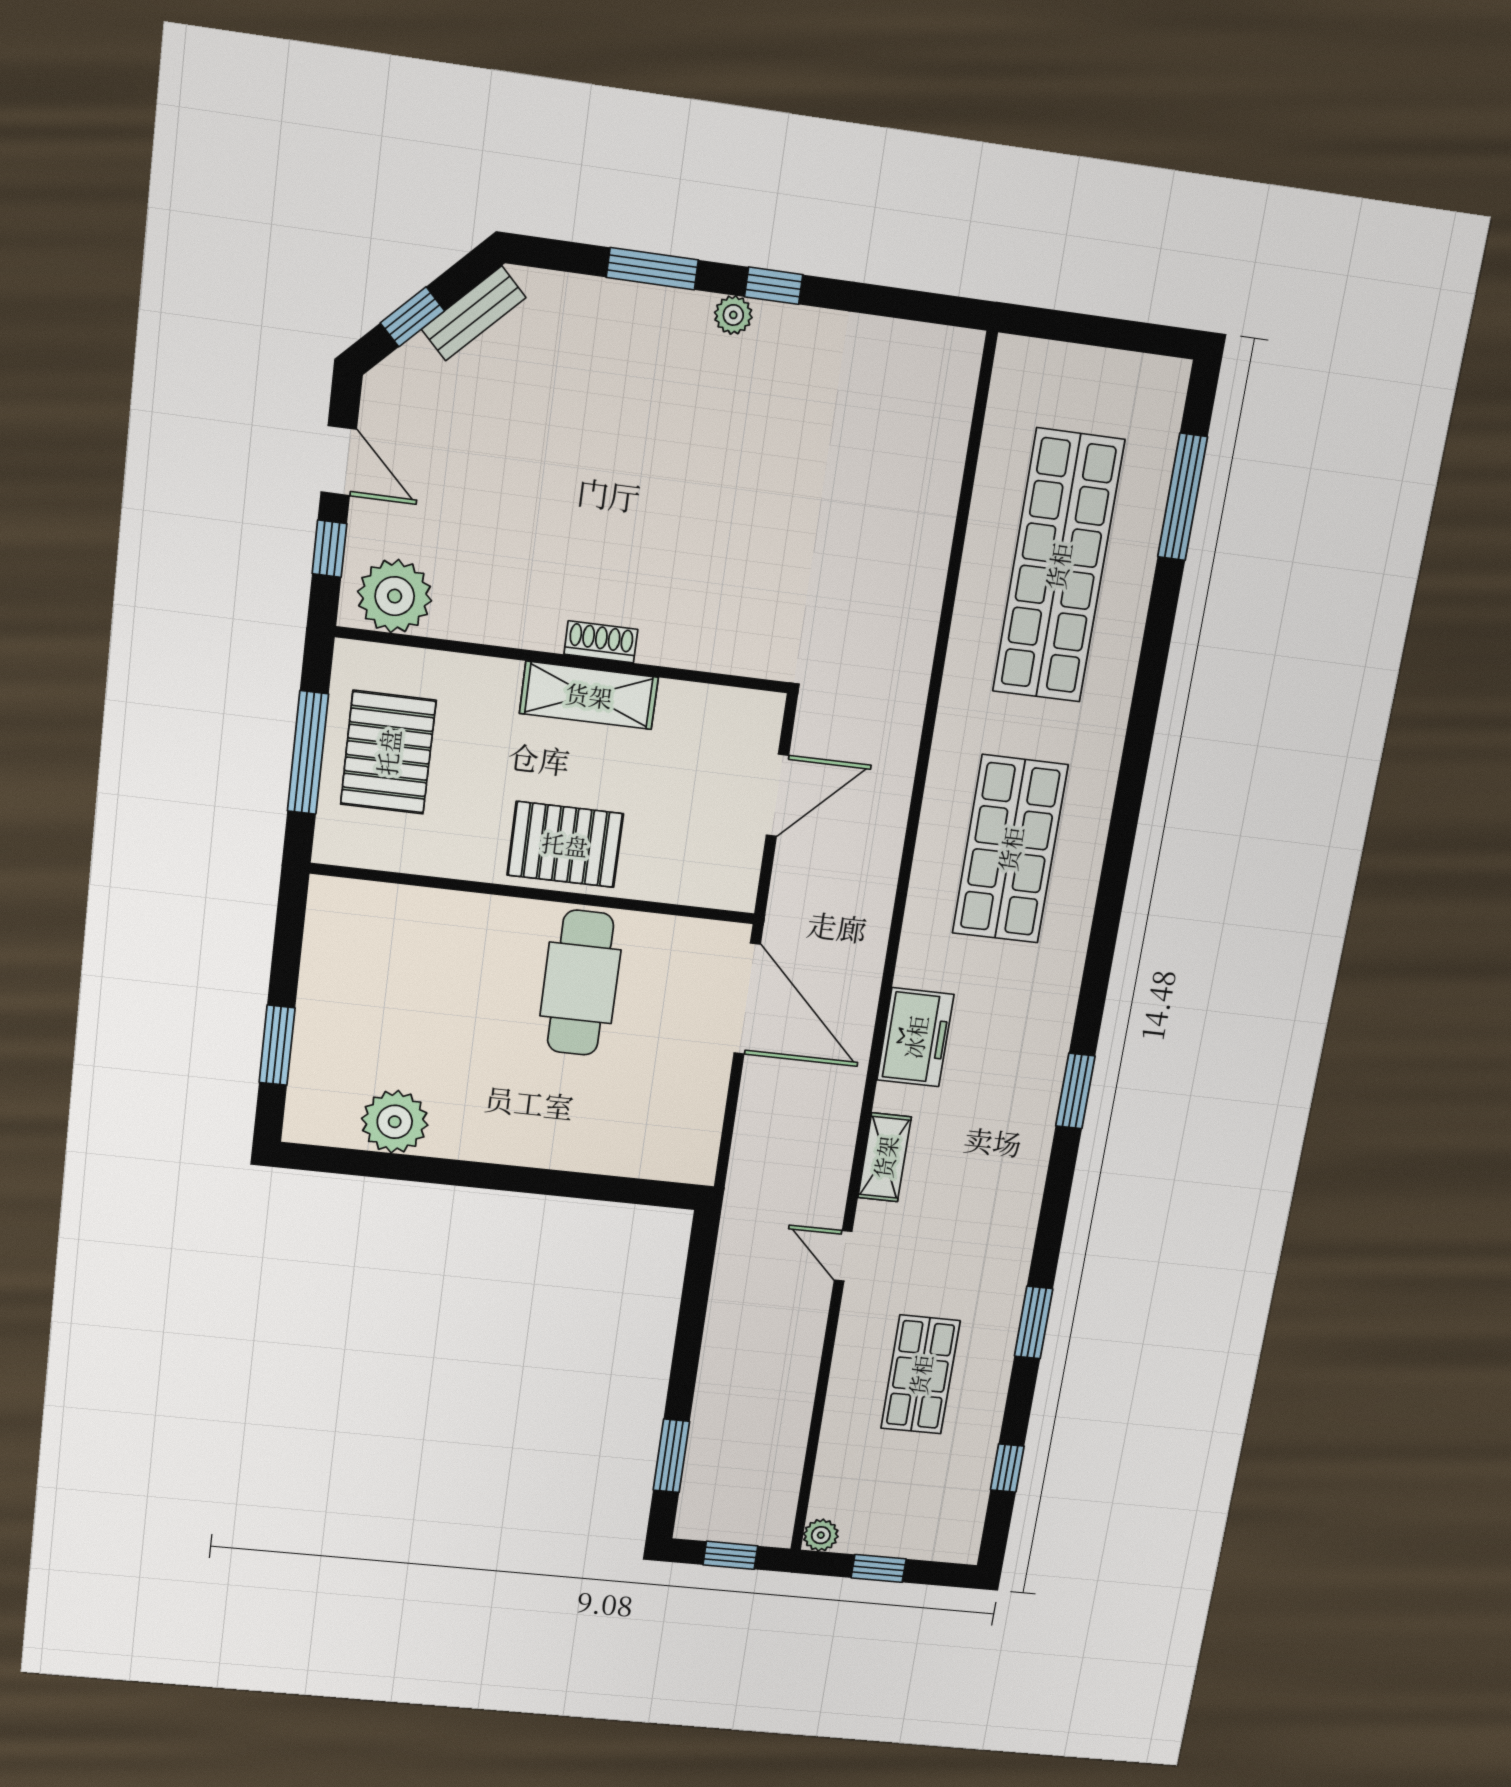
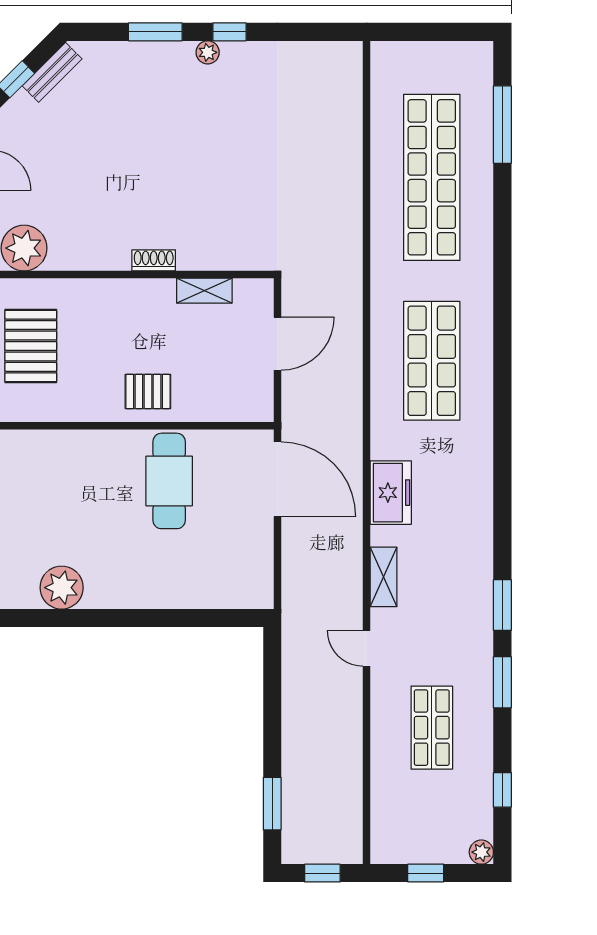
shelving: (589, 695) -> (204, 291), moved, width x0.67, depth x0.75
pallet: (565, 844) -> (148, 391), width x0.67, depth x0.71
window: (1075, 1091) -> (502, 605), moved
plant: (821, 1535) -> (481, 852), moved

